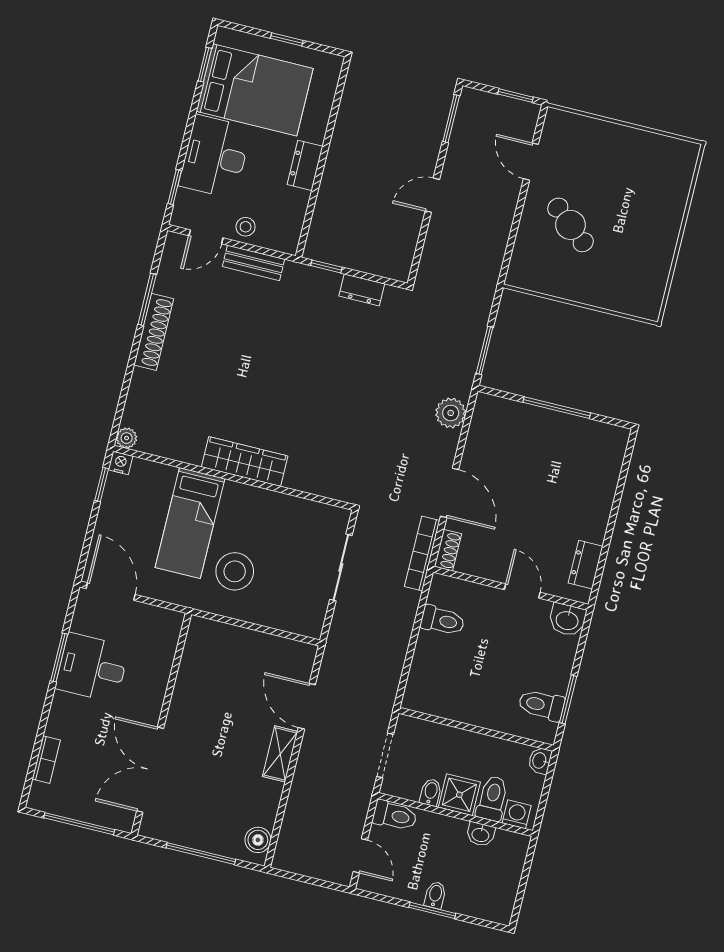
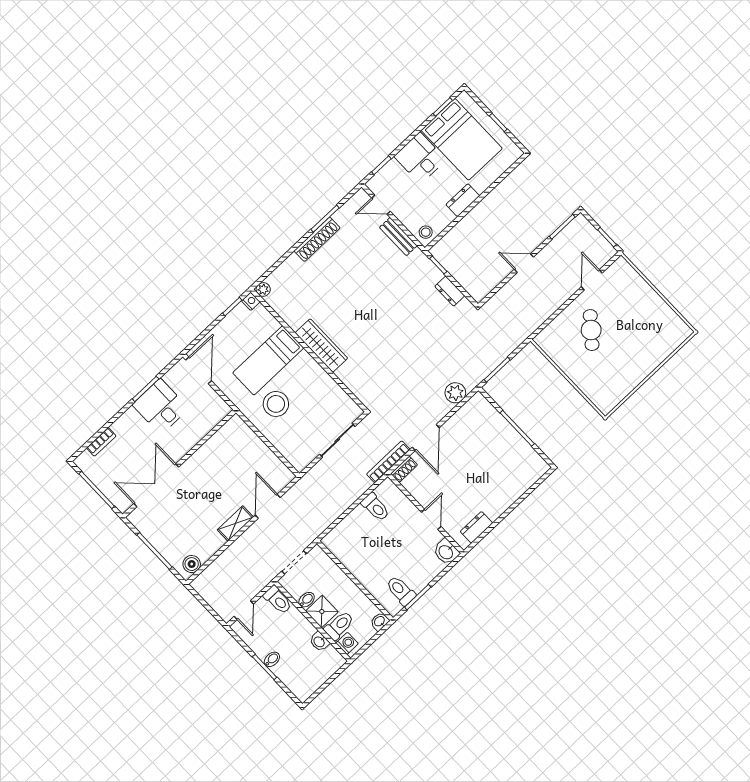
desk: (215, 157) -> (420, 158), width x0.73
stool: (246, 227) -> (426, 232), moved

